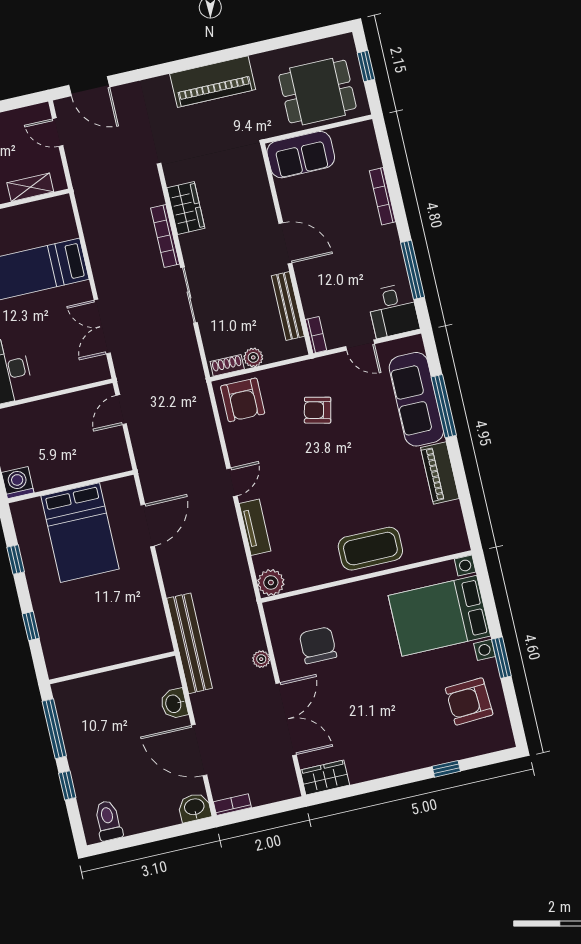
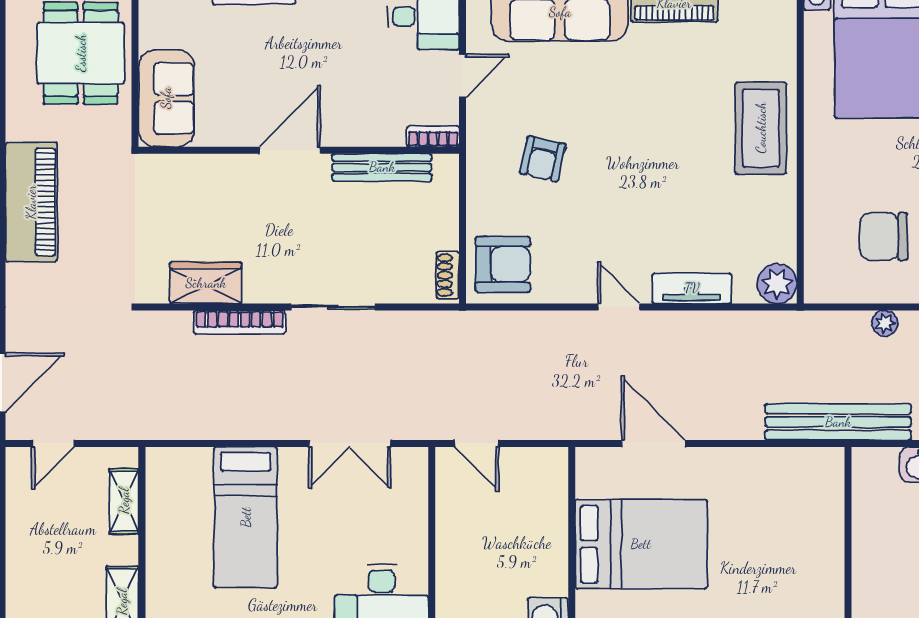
plant: (253, 357) -> (445, 235), removed

